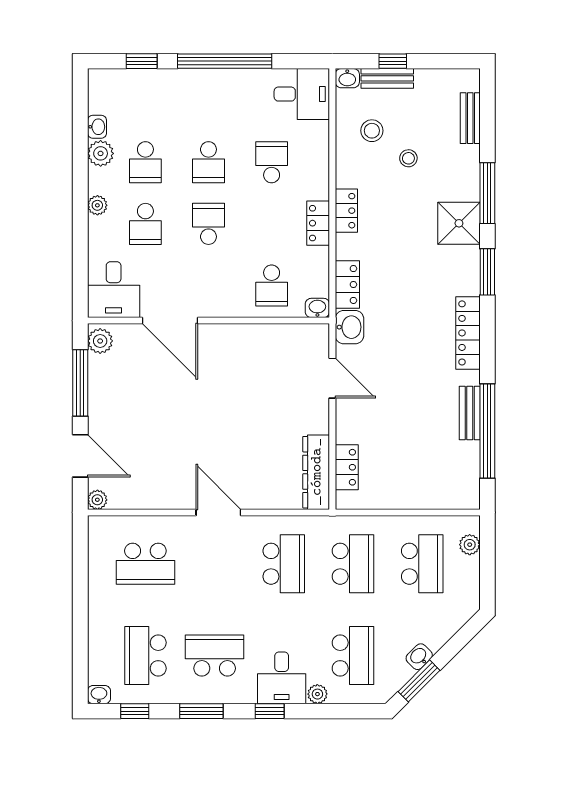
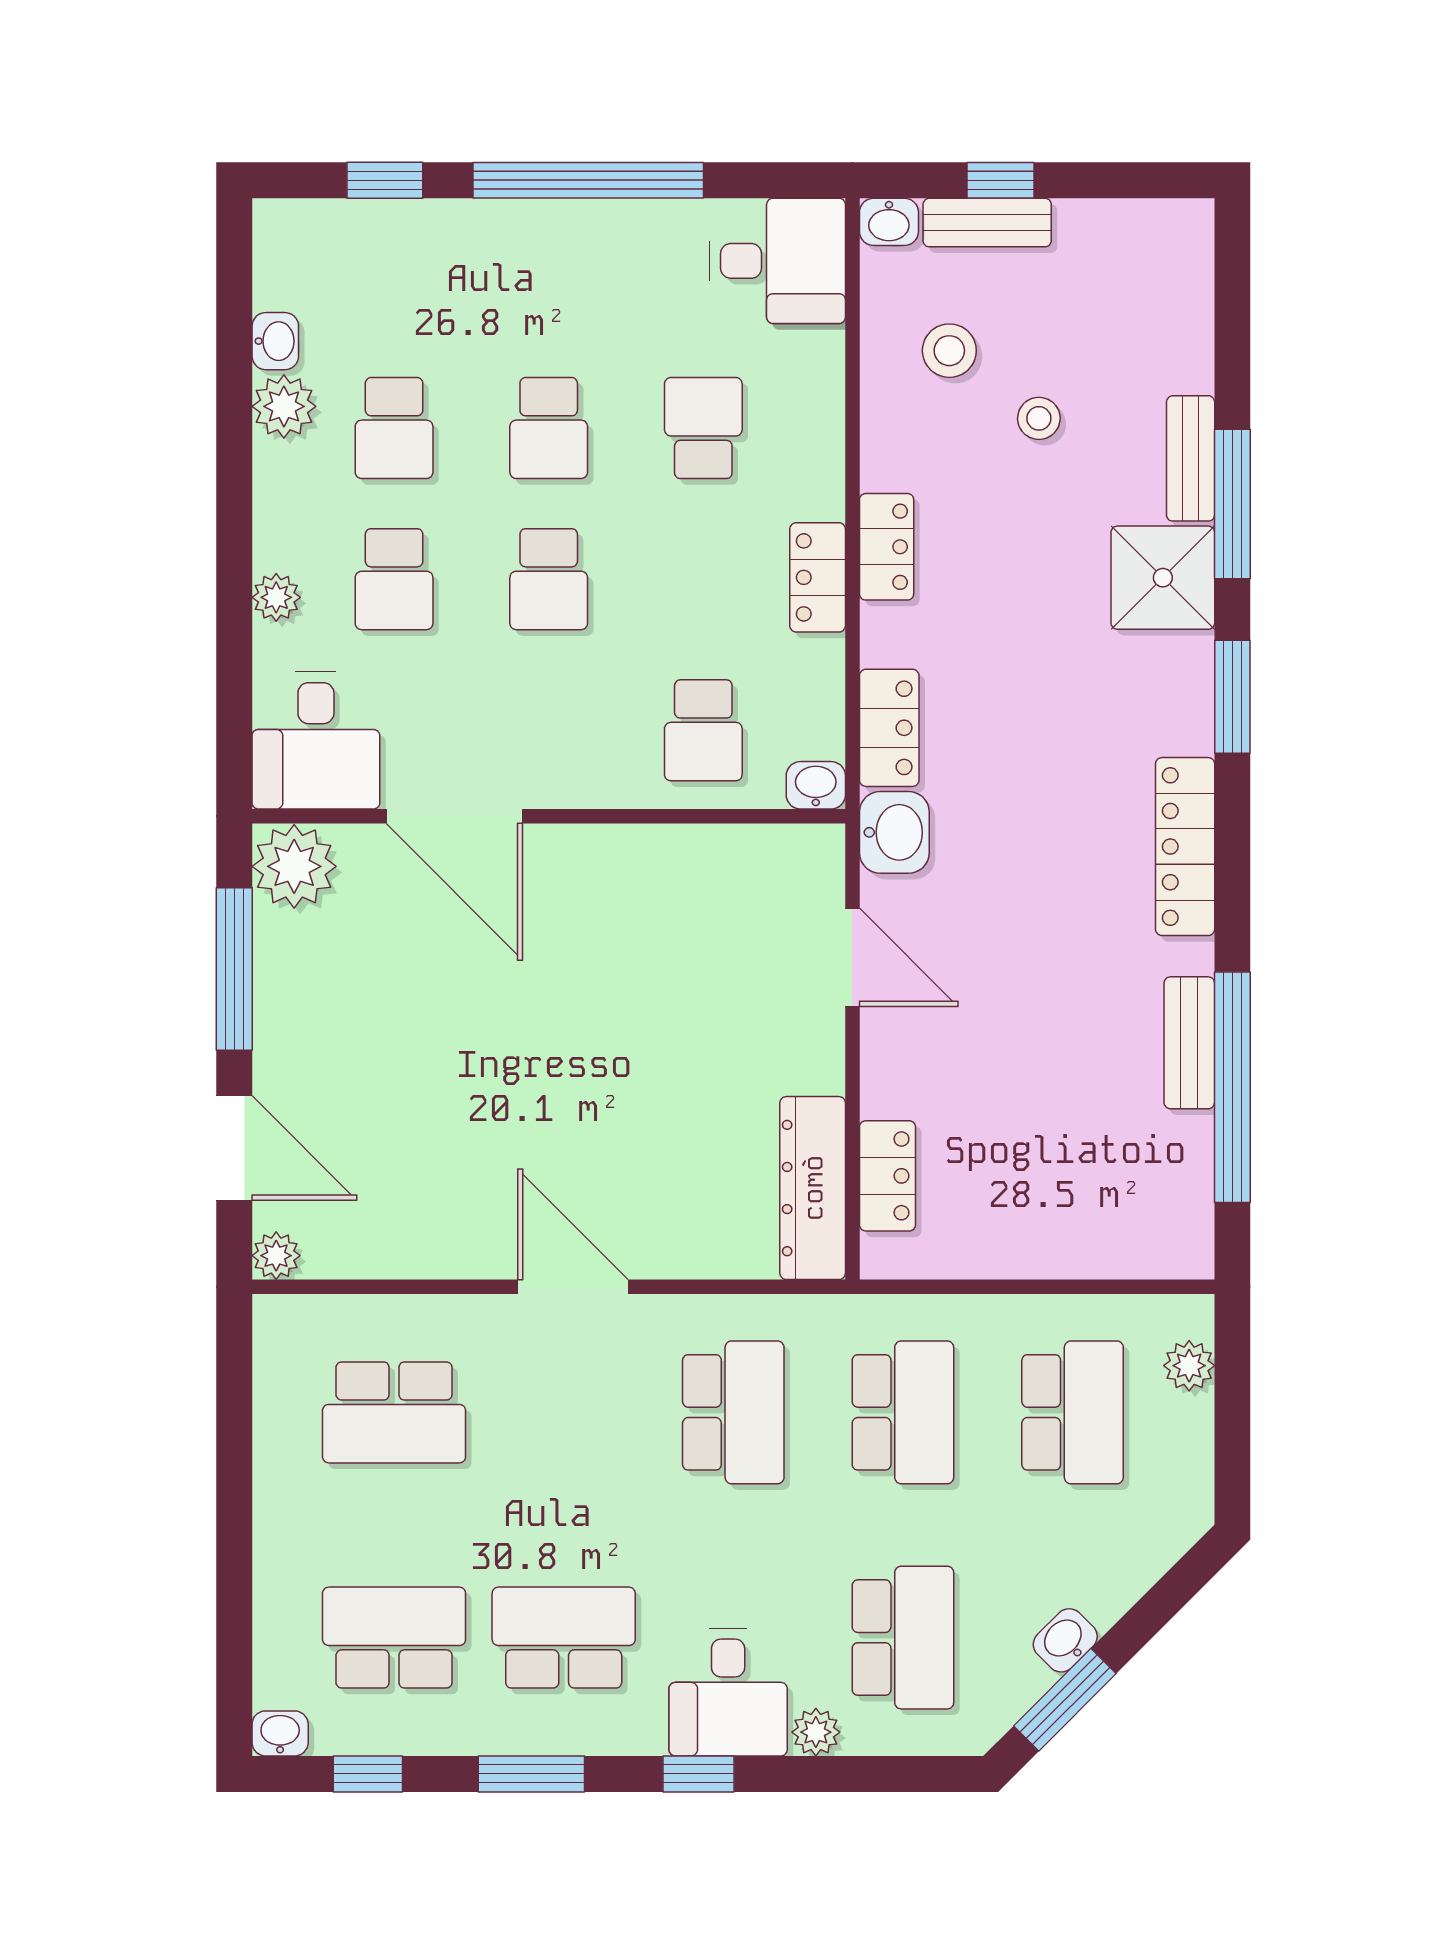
bench: (470, 118) -> (1191, 458), moved
plant: (97, 205) -> (276, 597), moved
school desk: (208, 224) -> (549, 579), turned 180
plant: (100, 341) -> (294, 866), width x1.36, depth x1.36
school desk: (145, 656) -> (394, 1638), turned 90

